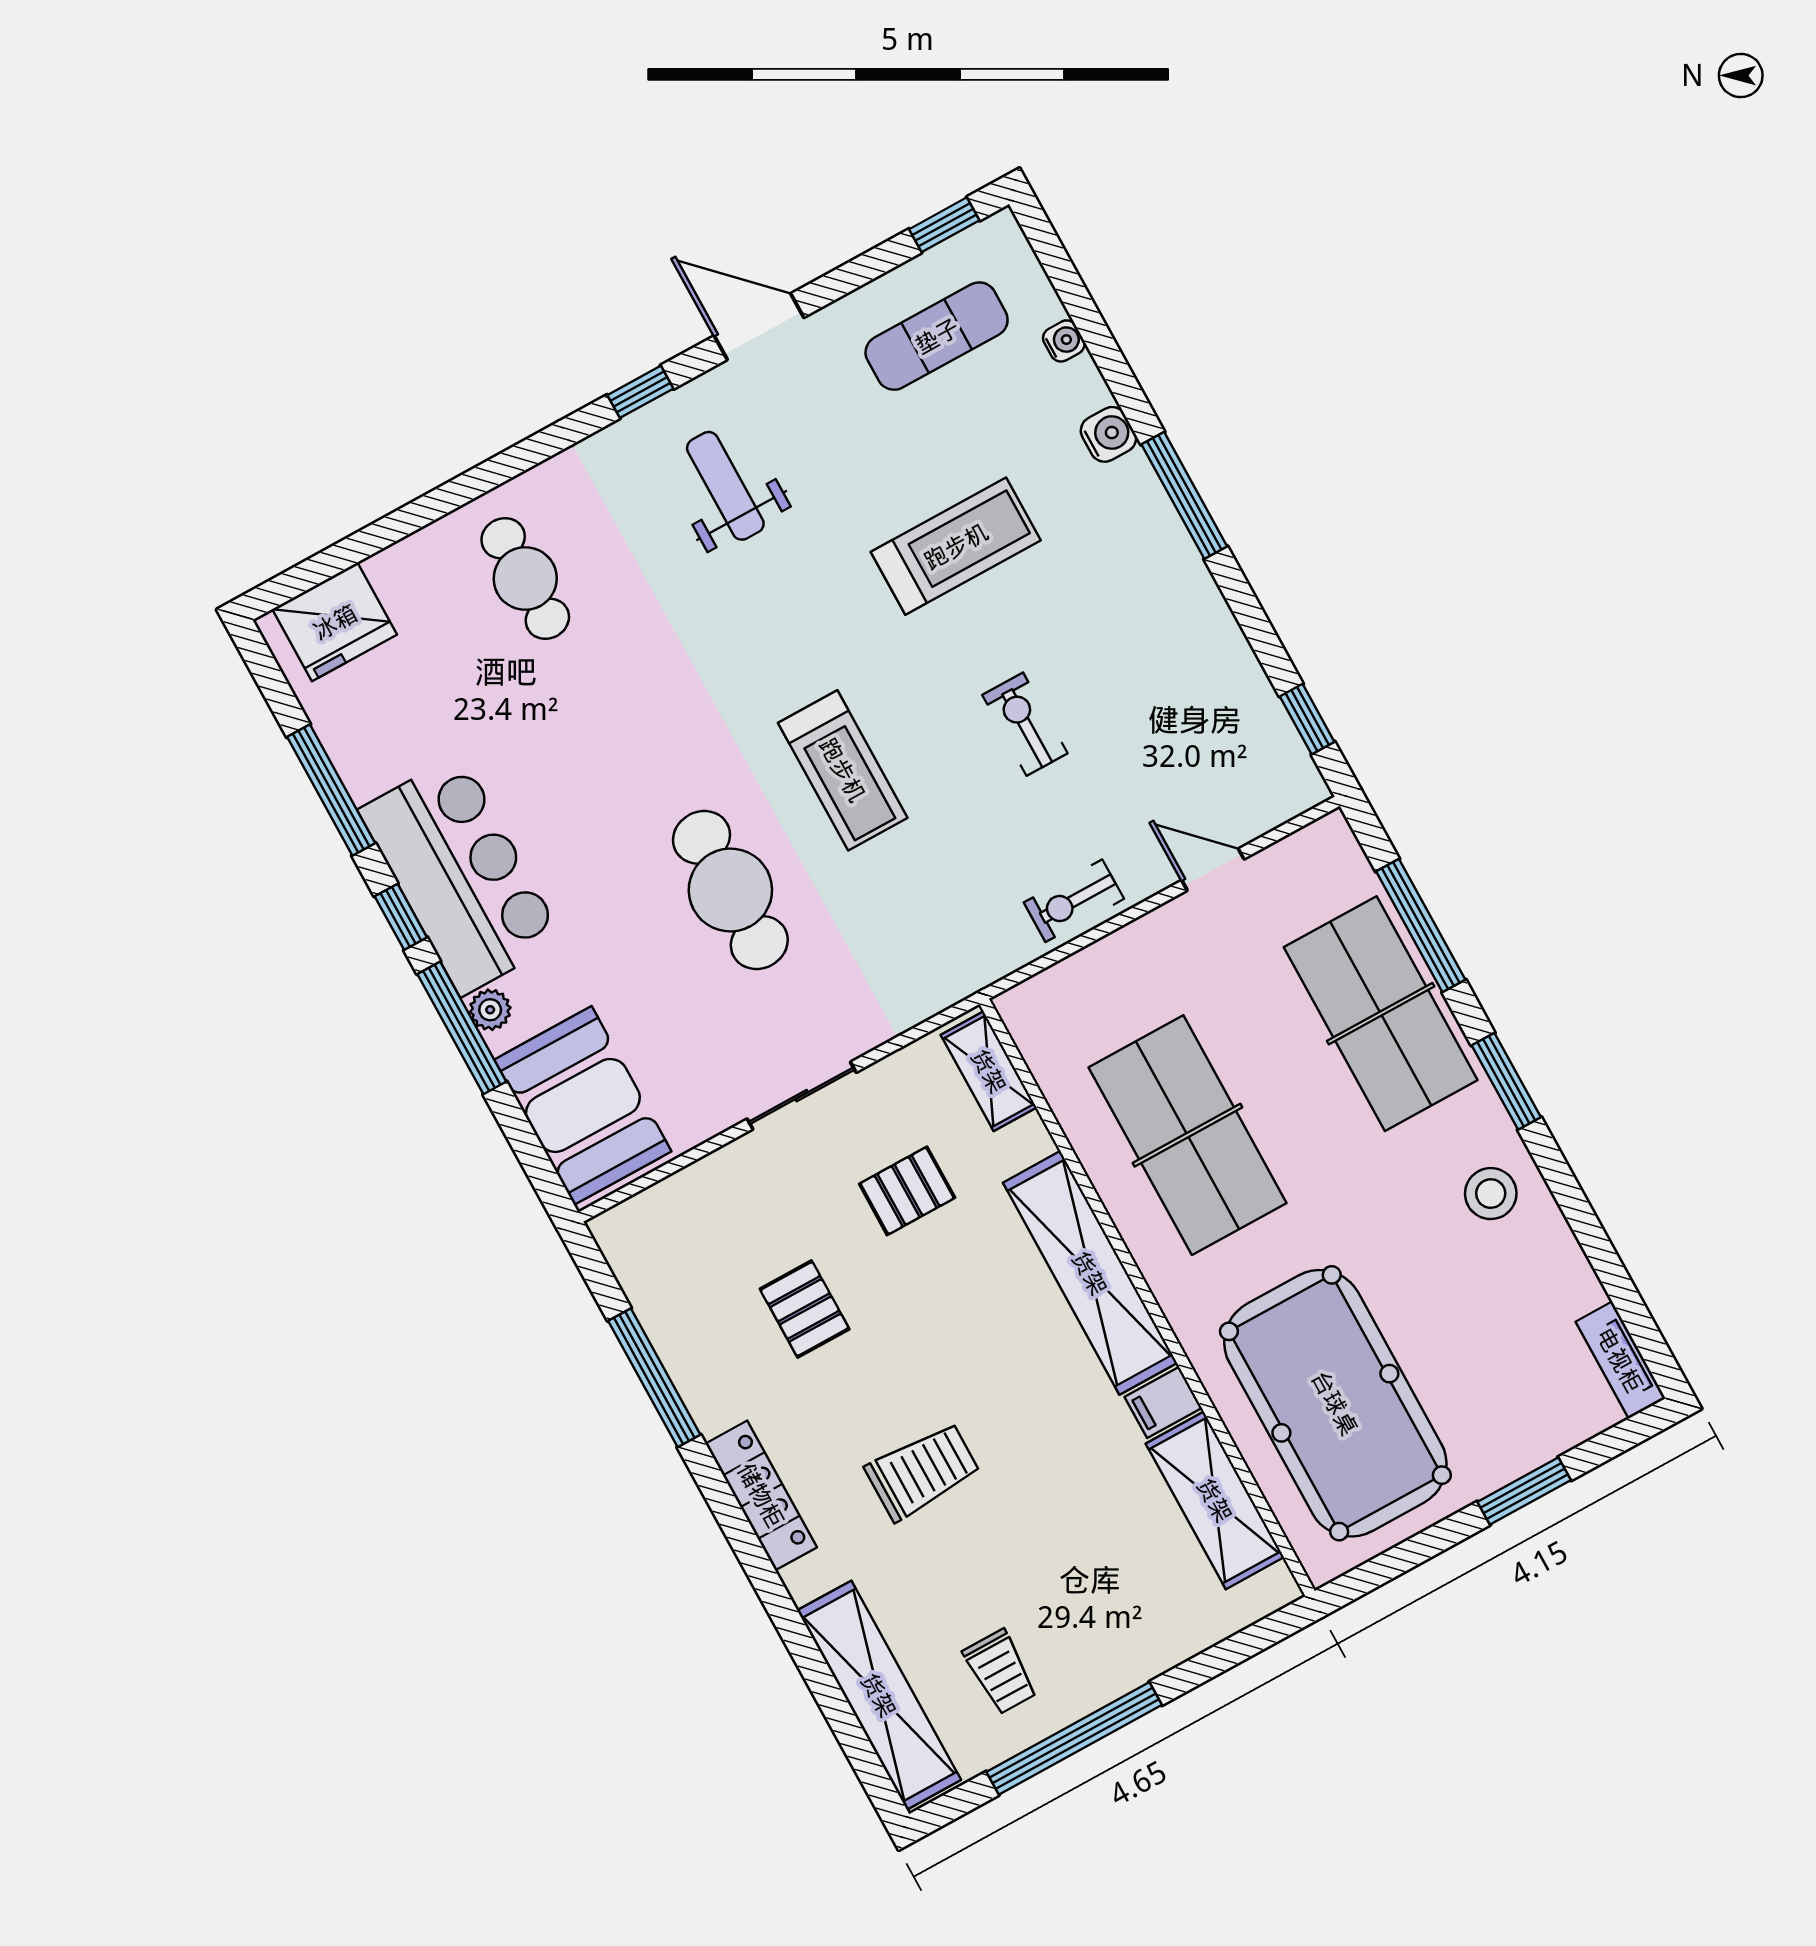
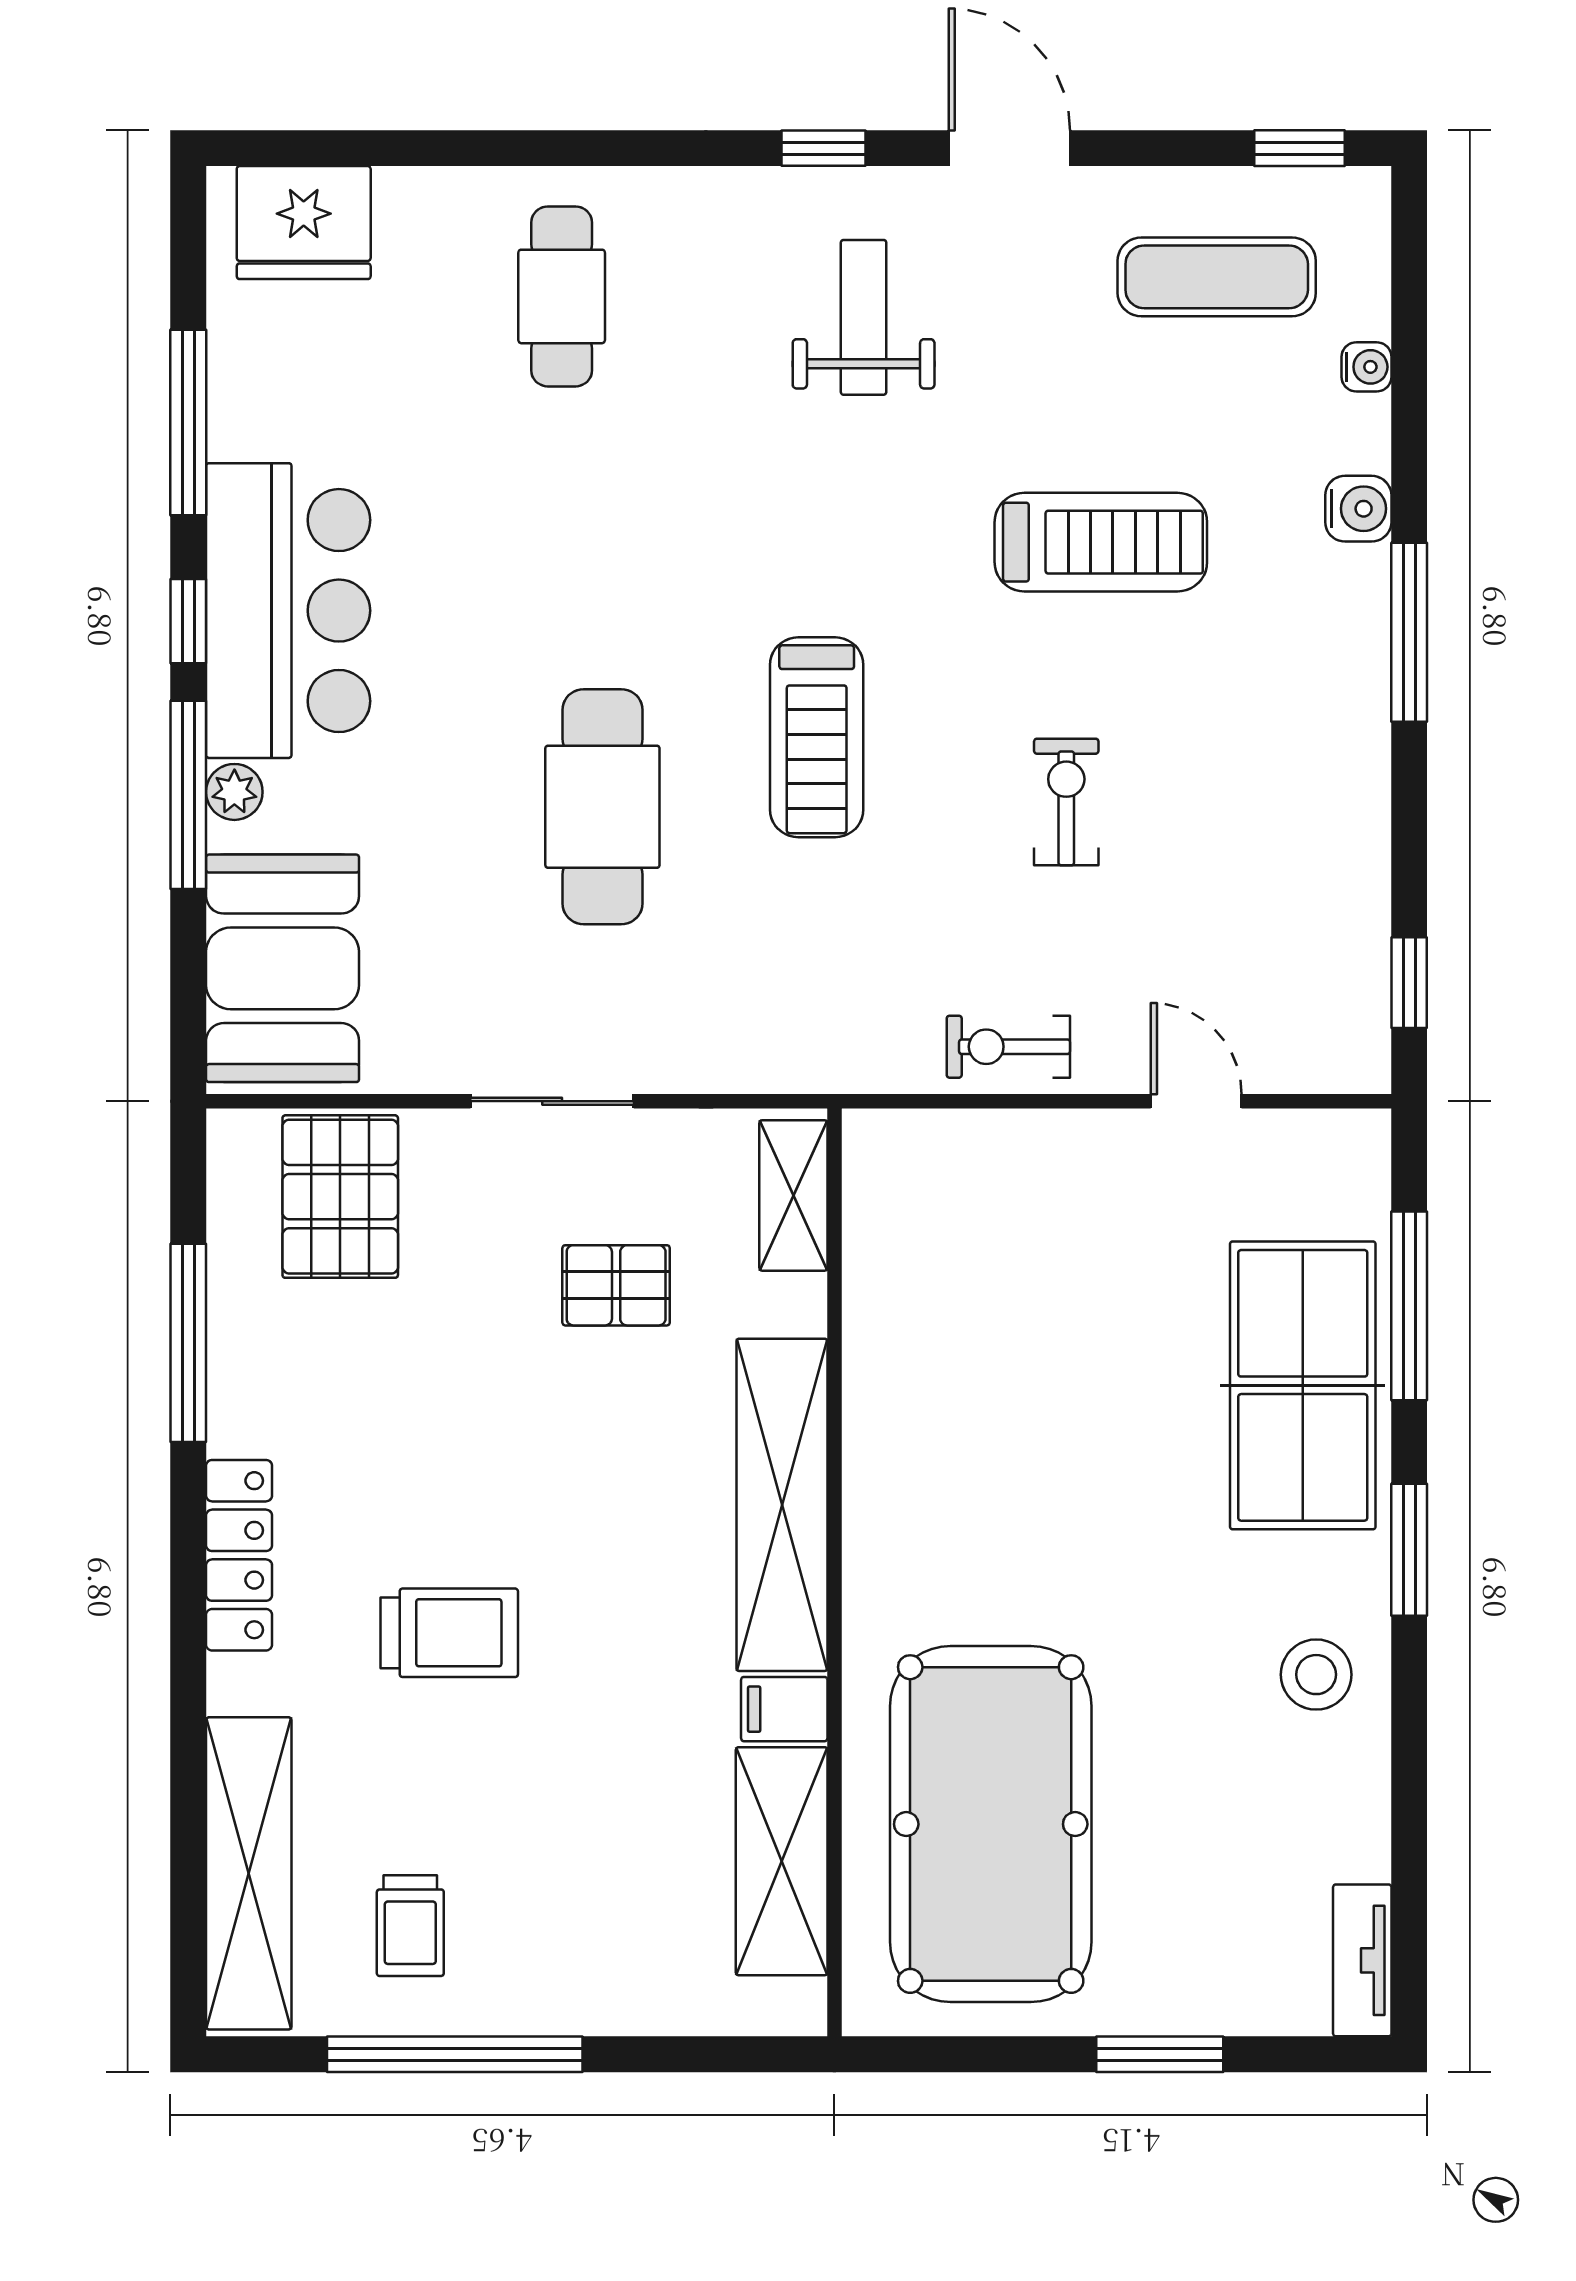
table tennis table: (1188, 1135) -> (990, 1404), removed
pallet: (805, 1309) -> (340, 1197), moved, width x1.50, depth x1.42

